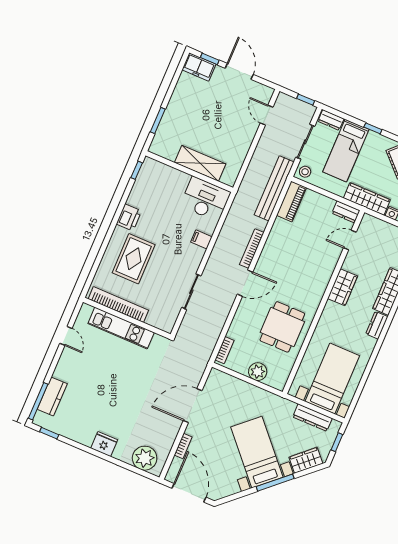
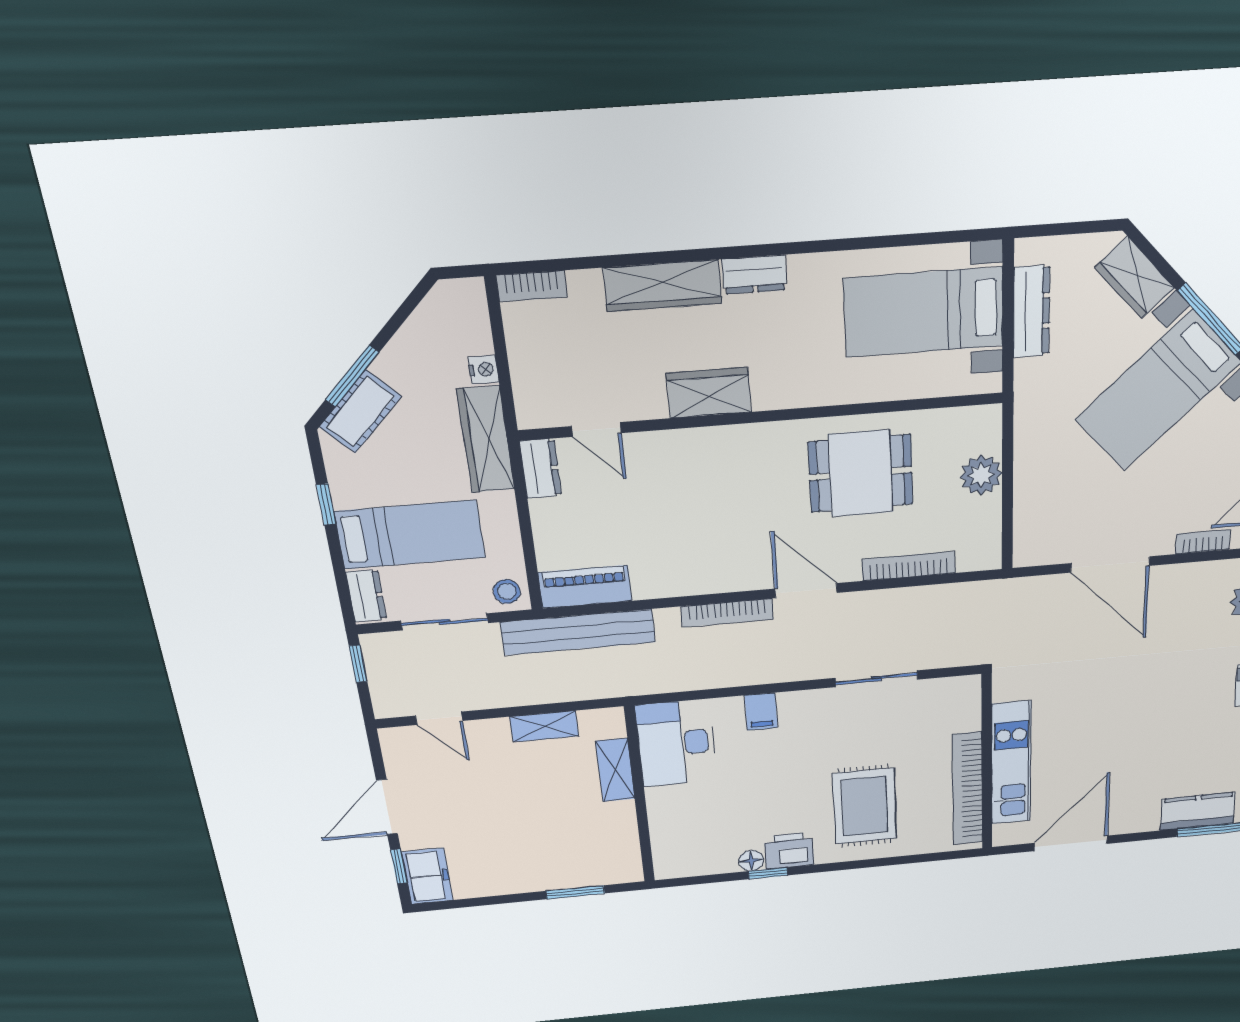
door: (267, 115) -> (439, 718), hinge flipped
shelving: (241, 153) -> (544, 726), added
shelving: (200, 163) -> (615, 770), width x0.67, depth x0.75
window: (137, 170) -> (768, 873), moved
floor lamp: (133, 199) -> (751, 861), added
rug: (134, 259) -> (865, 806), turned 90
door: (66, 336) -> (1071, 843), width x1.87
bookcase: (224, 350) -> (909, 566), moved, width x1.56
window: (337, 442) -> (1065, 229), removed

